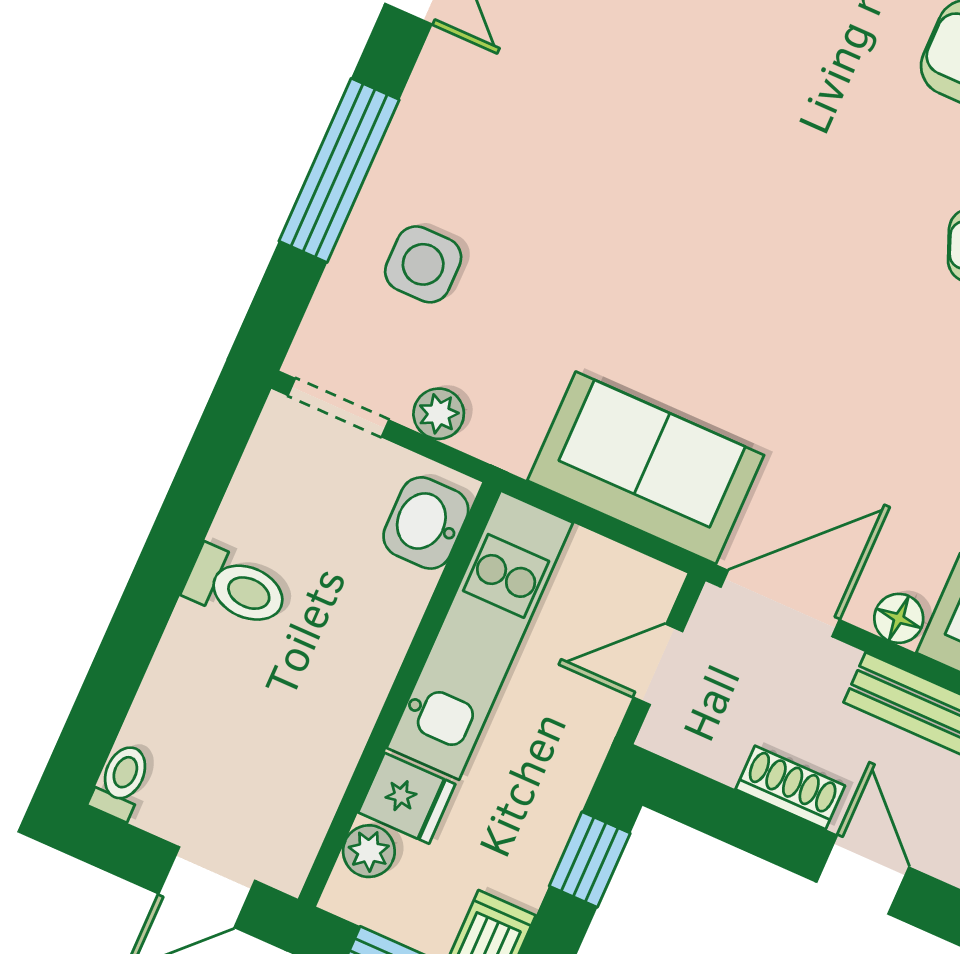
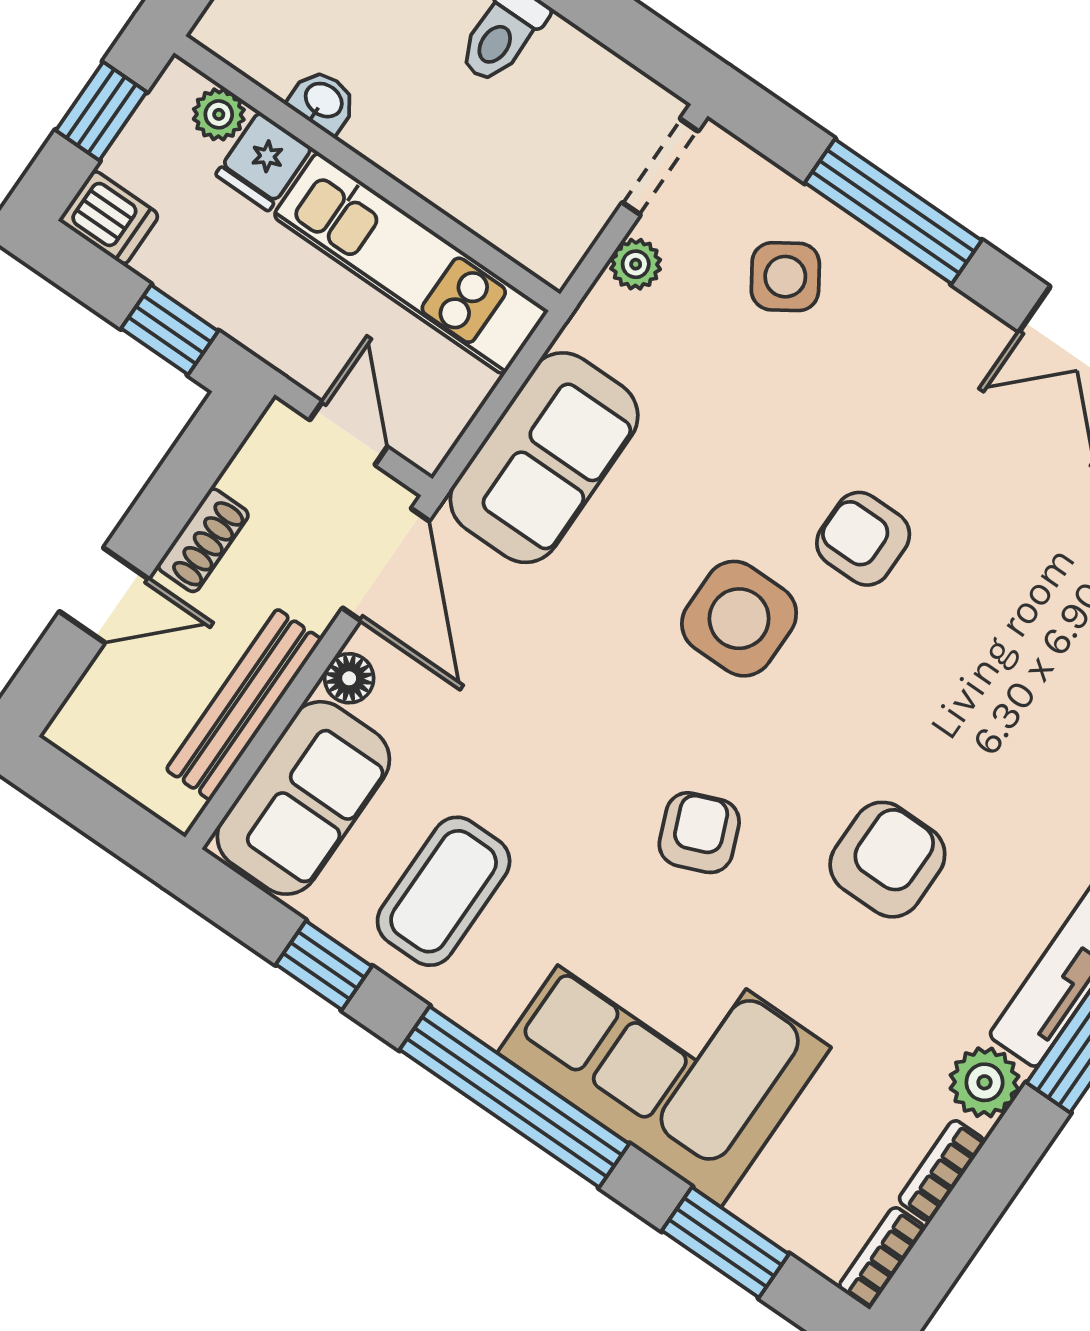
armchair: (666, 139) -> (863, 539), added
side table: (768, 246) -> (739, 619), added
side table: (423, 264) -> (785, 277), turned -33
washbasin: (426, 523) -> (323, 101), moved, width x0.72, depth x0.69

